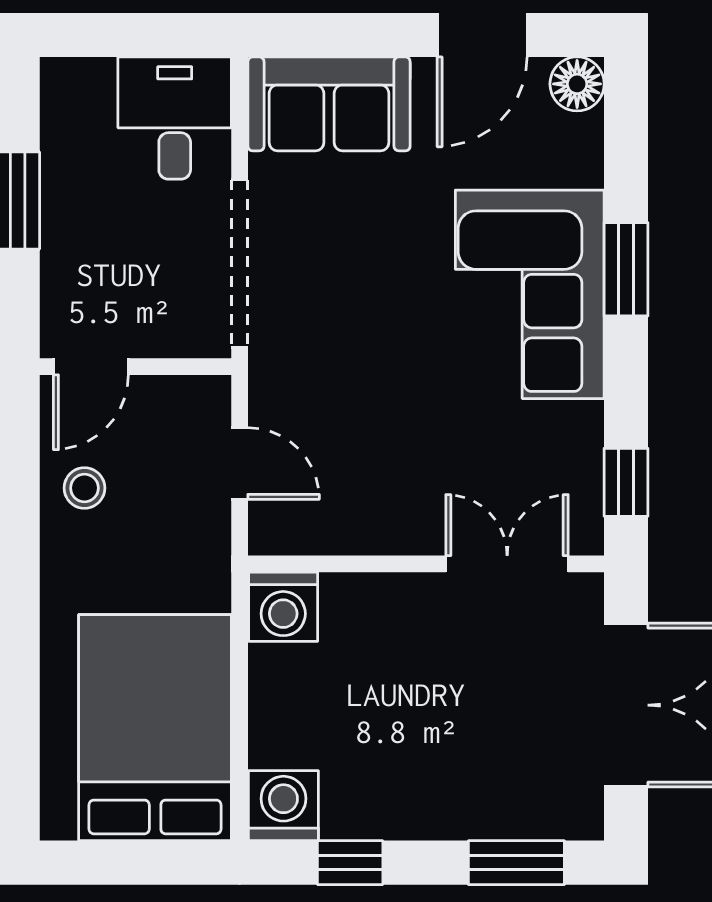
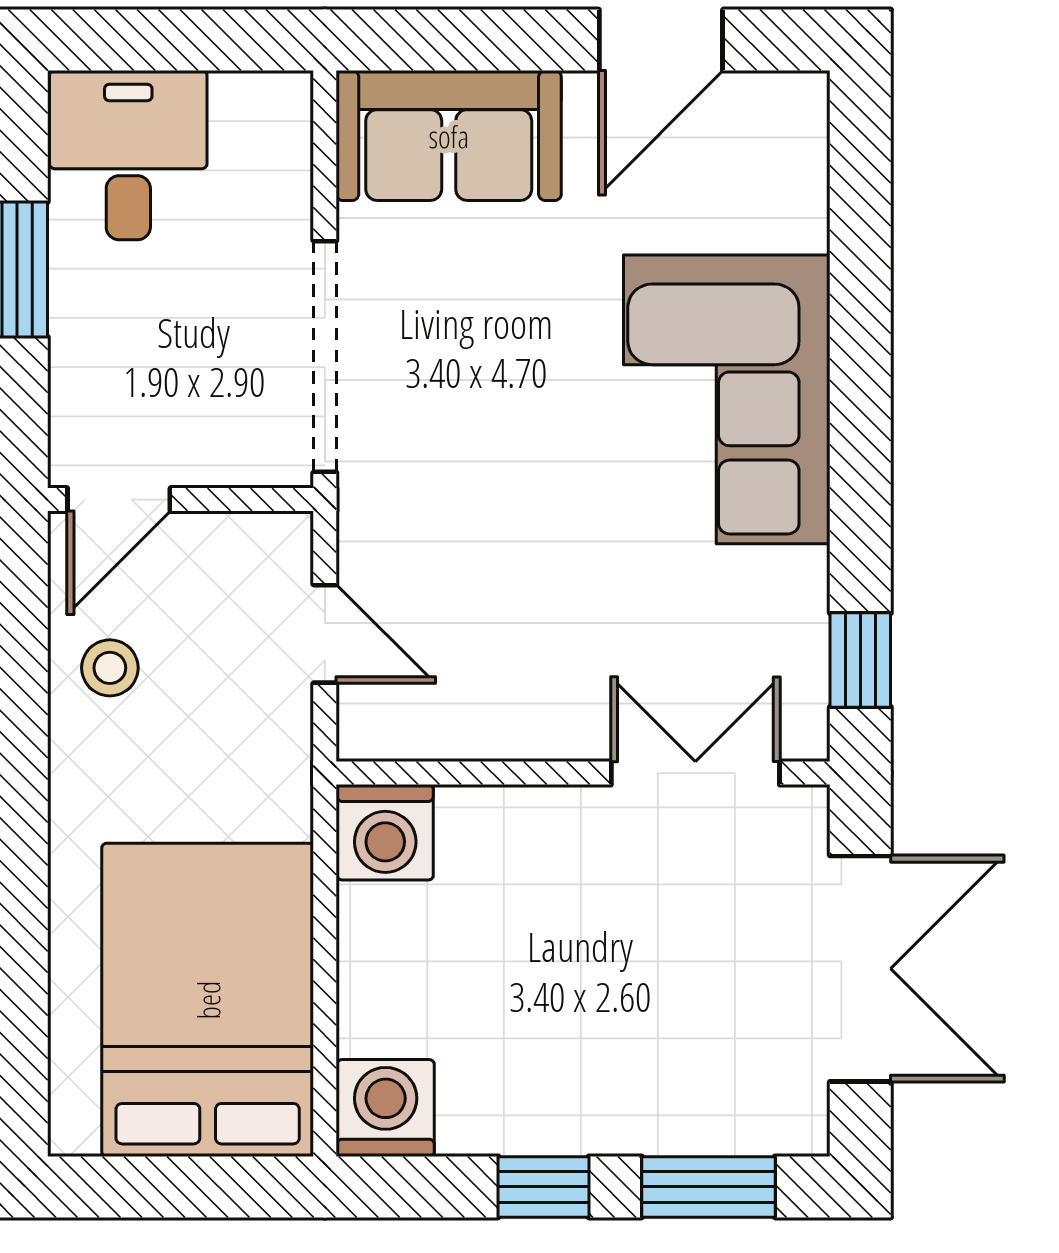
floor lamp: (577, 84) -> (792, 108), removed
desk: (175, 118) -> (128, 155), moved
window: (626, 269) -> (860, 365), removed
window: (350, 863) -> (543, 1187), moved

